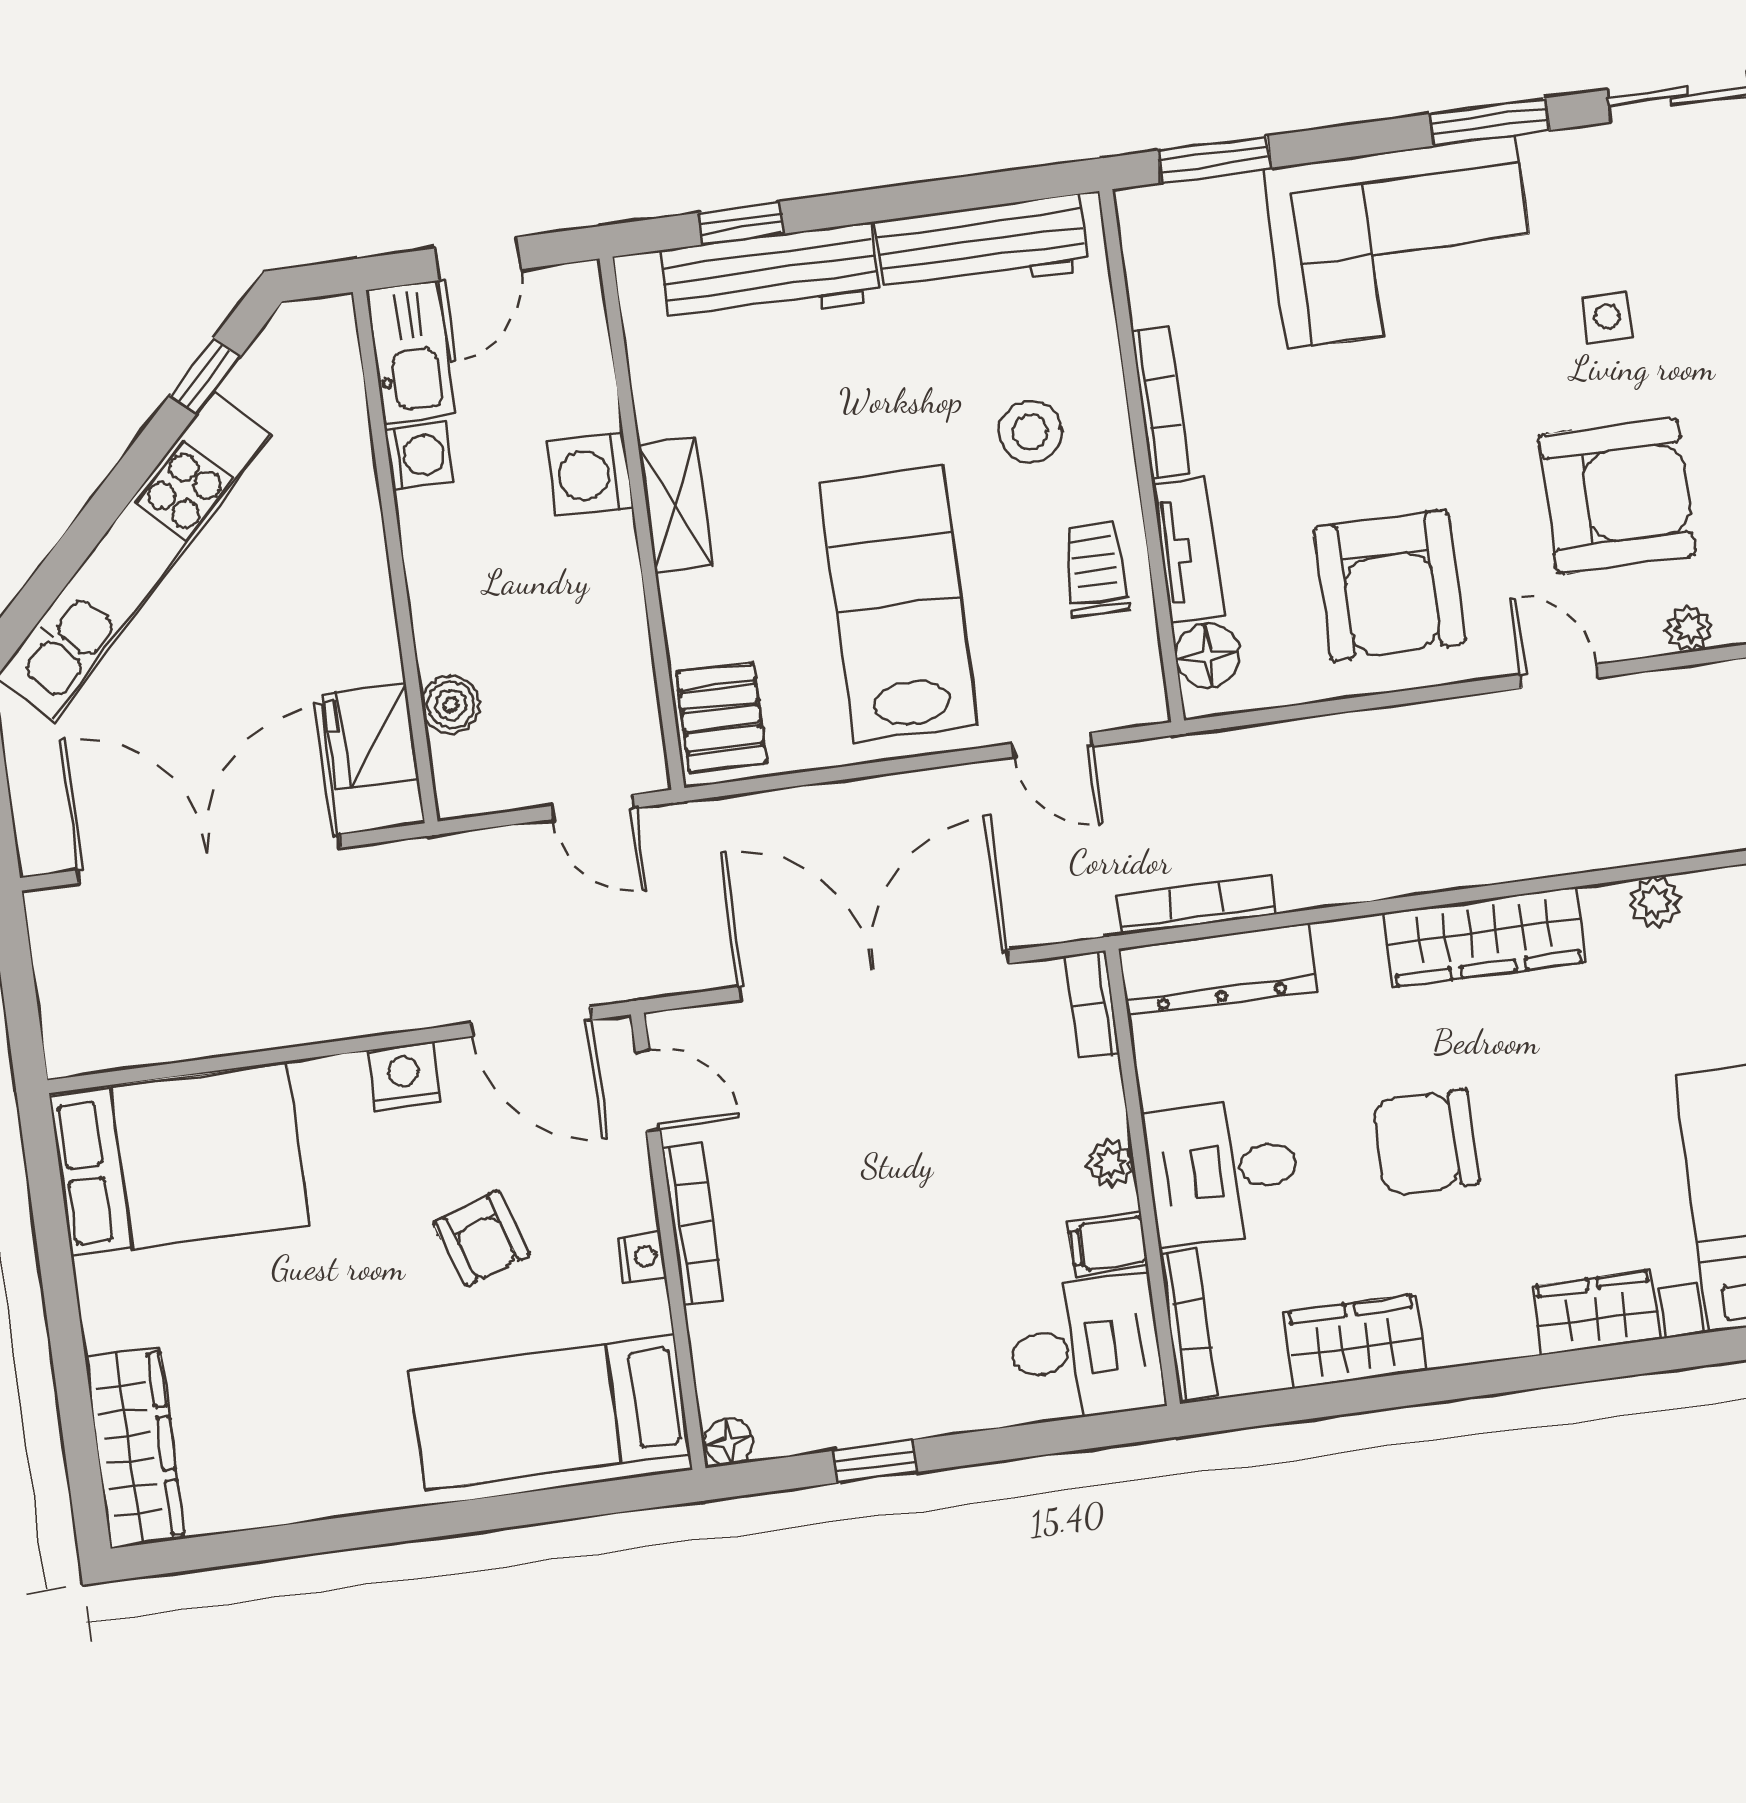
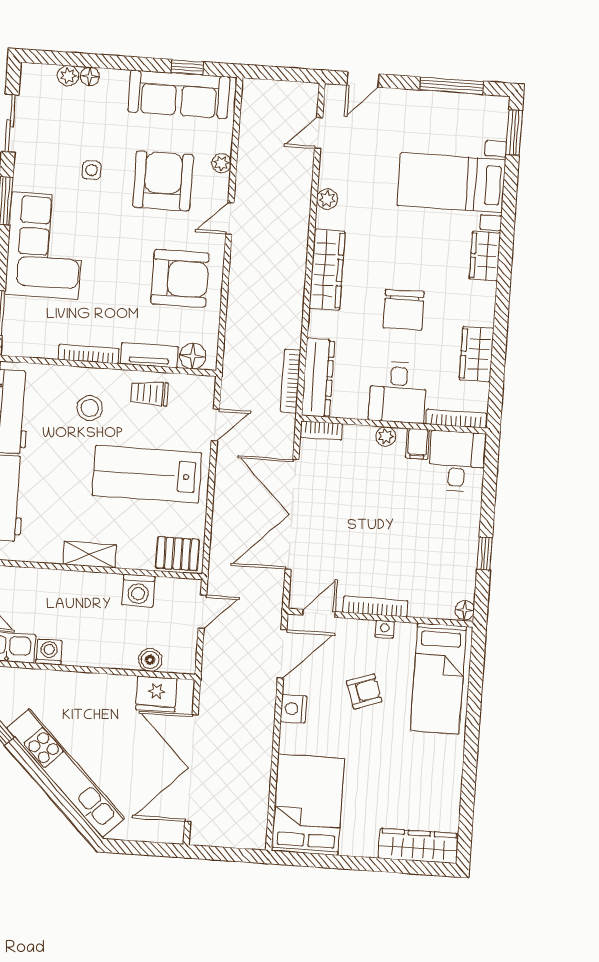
washing machine: (590, 475) -> (138, 591), moved

